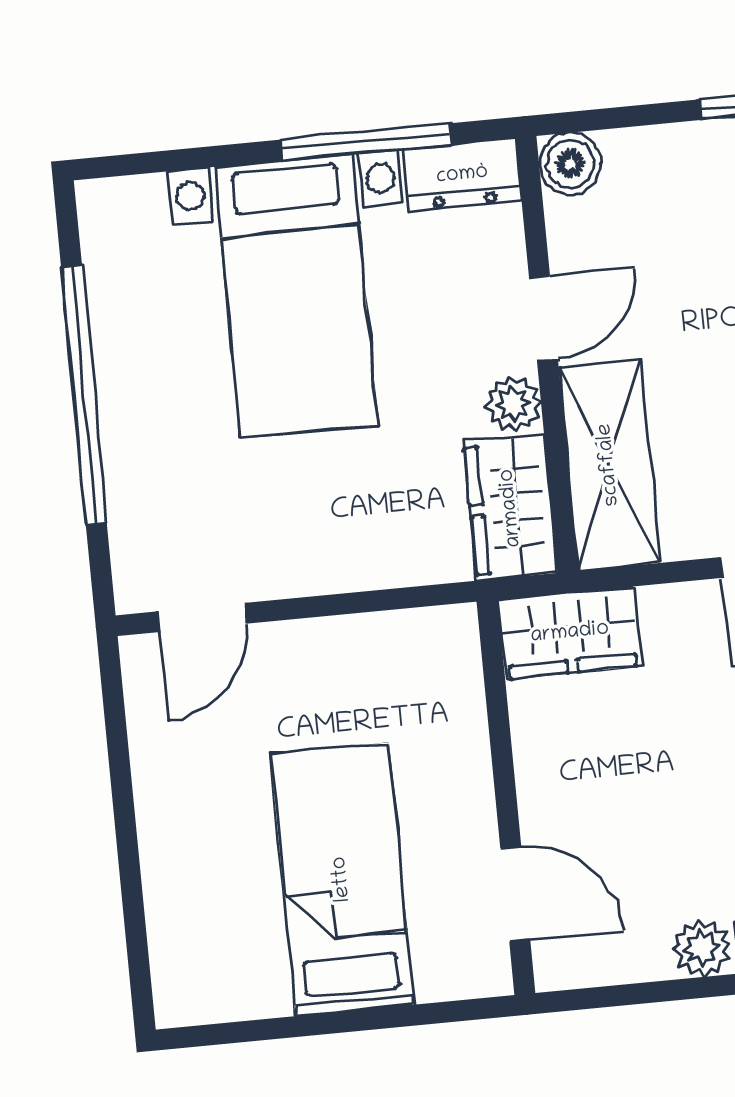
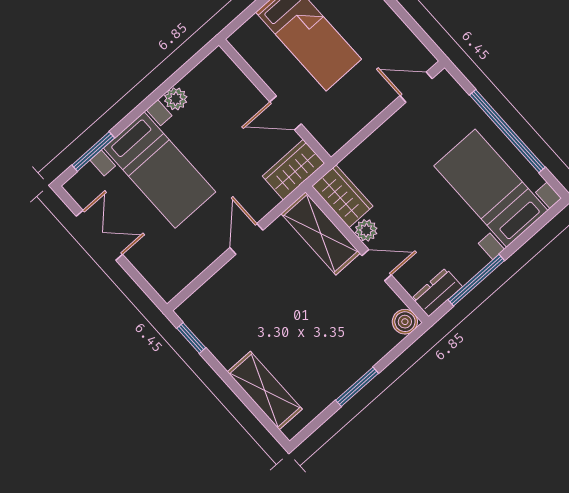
bed with nightstands: (296, 296) -> (491, 188), moved
door: (543, 319) -> (377, 265), swing flipped
door: (202, 618) -> (416, 87), hinge flipped
door: (515, 894) -> (285, 113), moved

